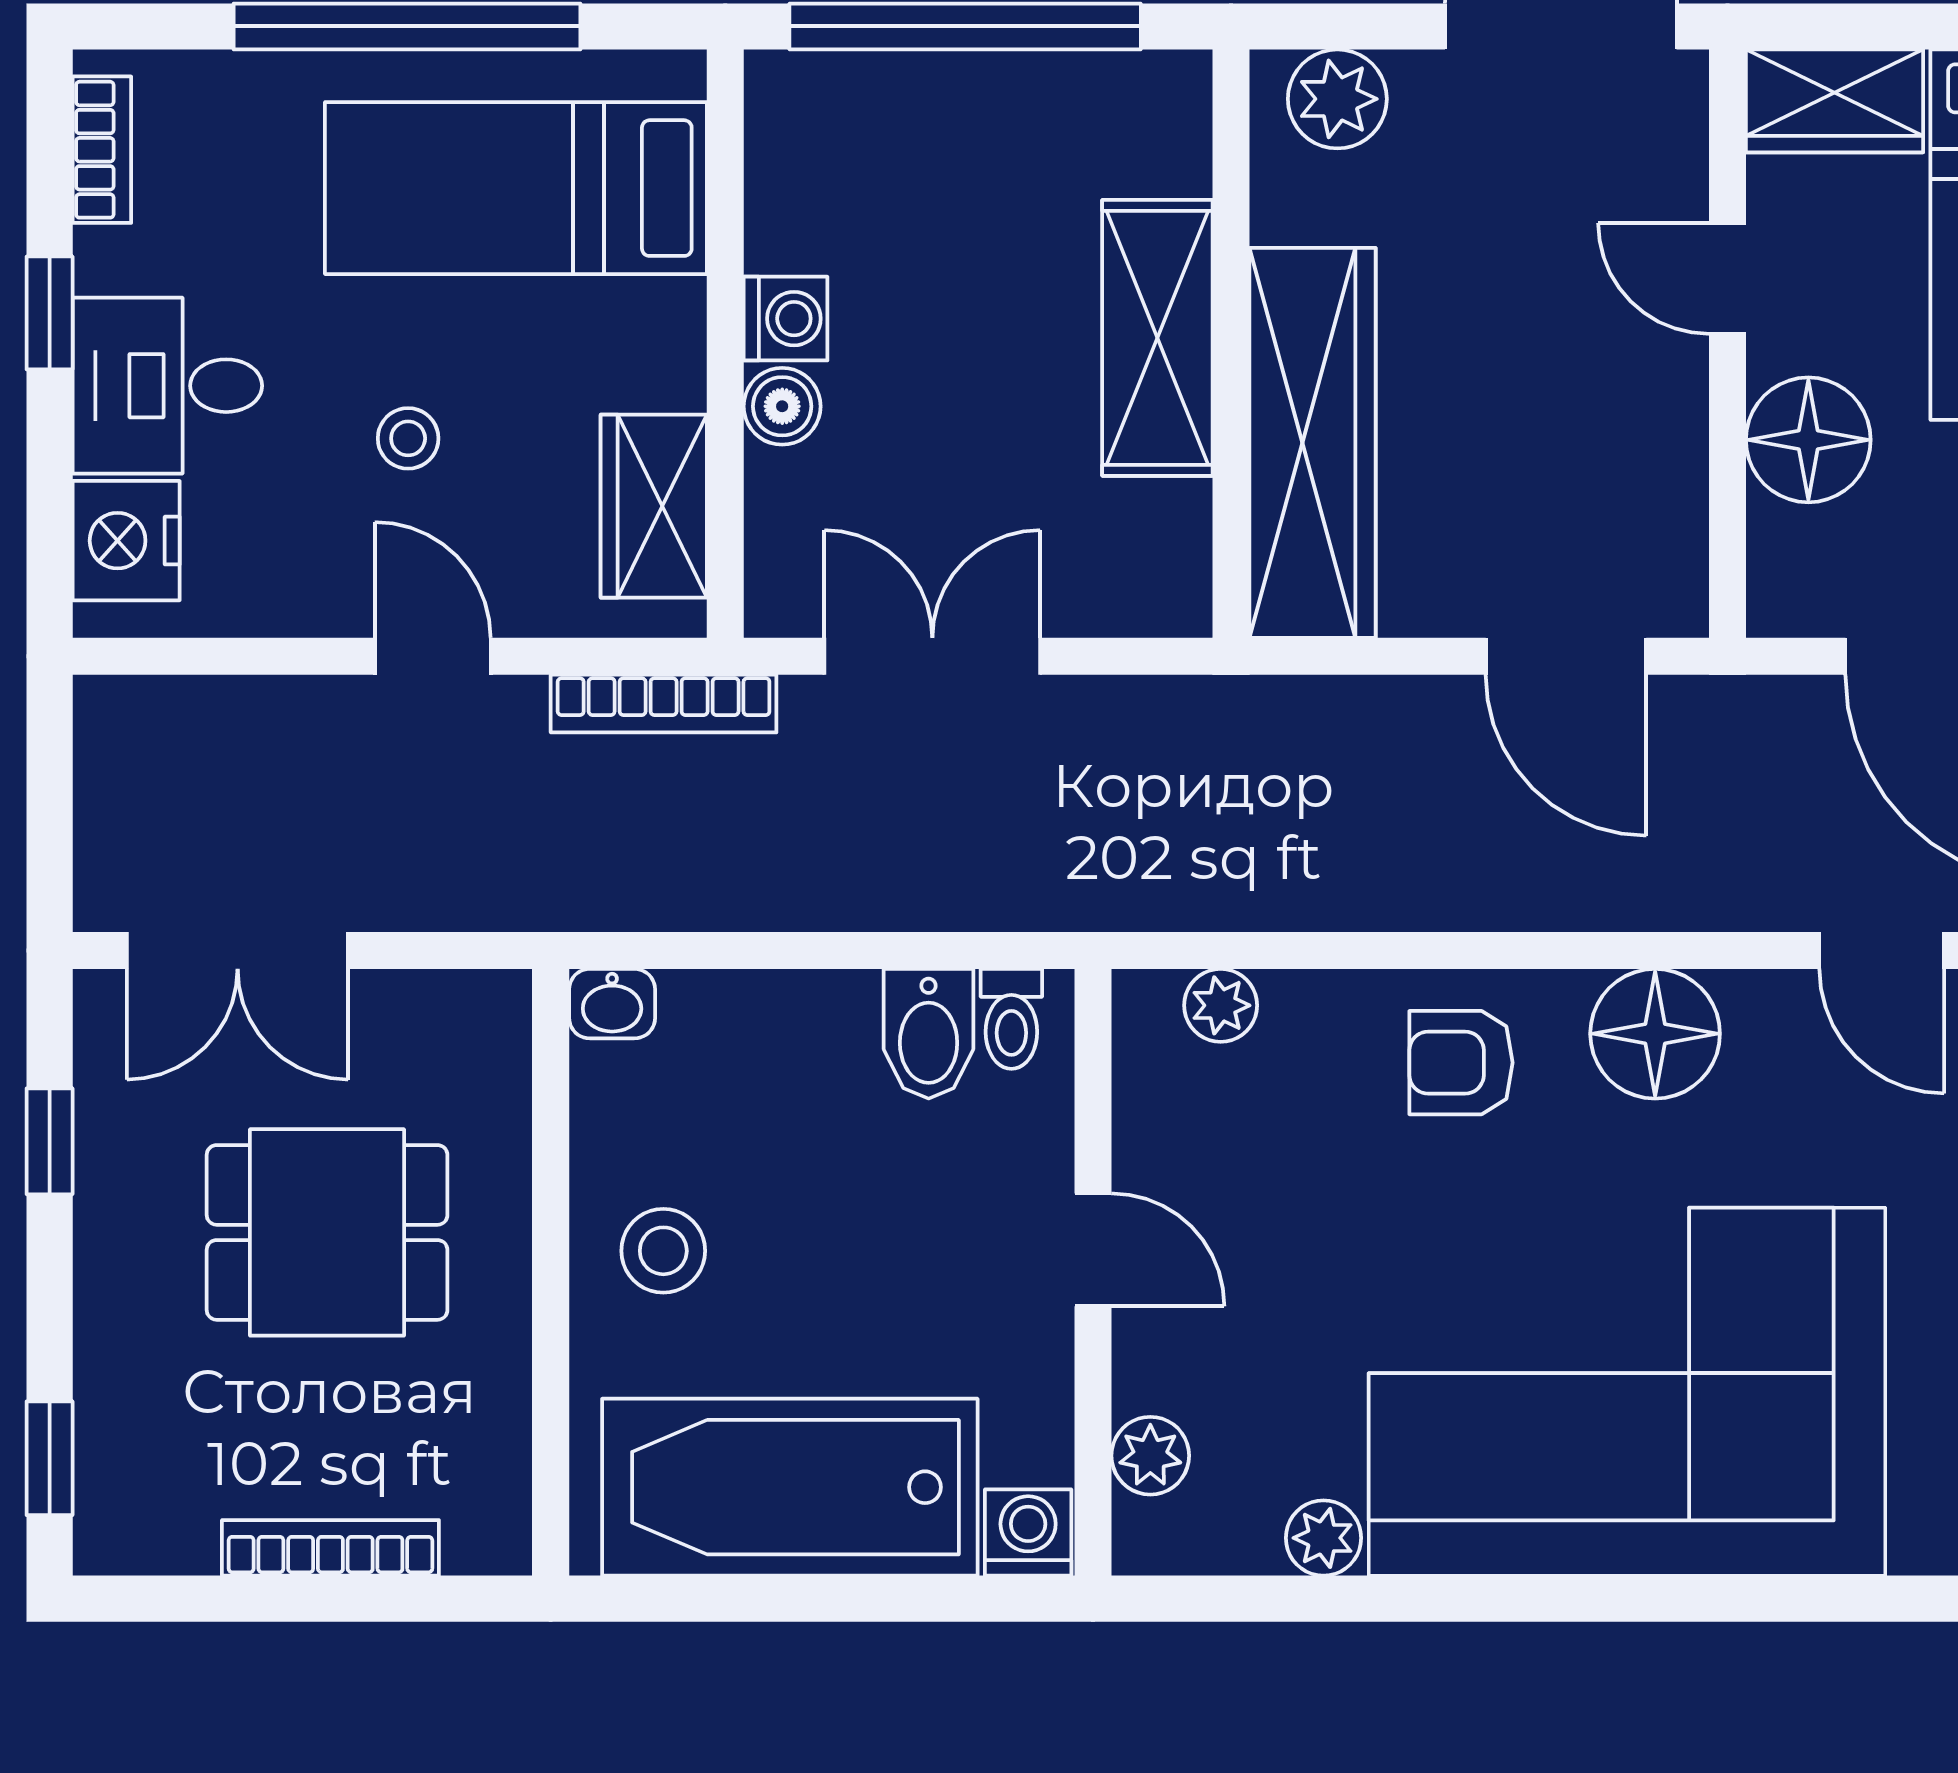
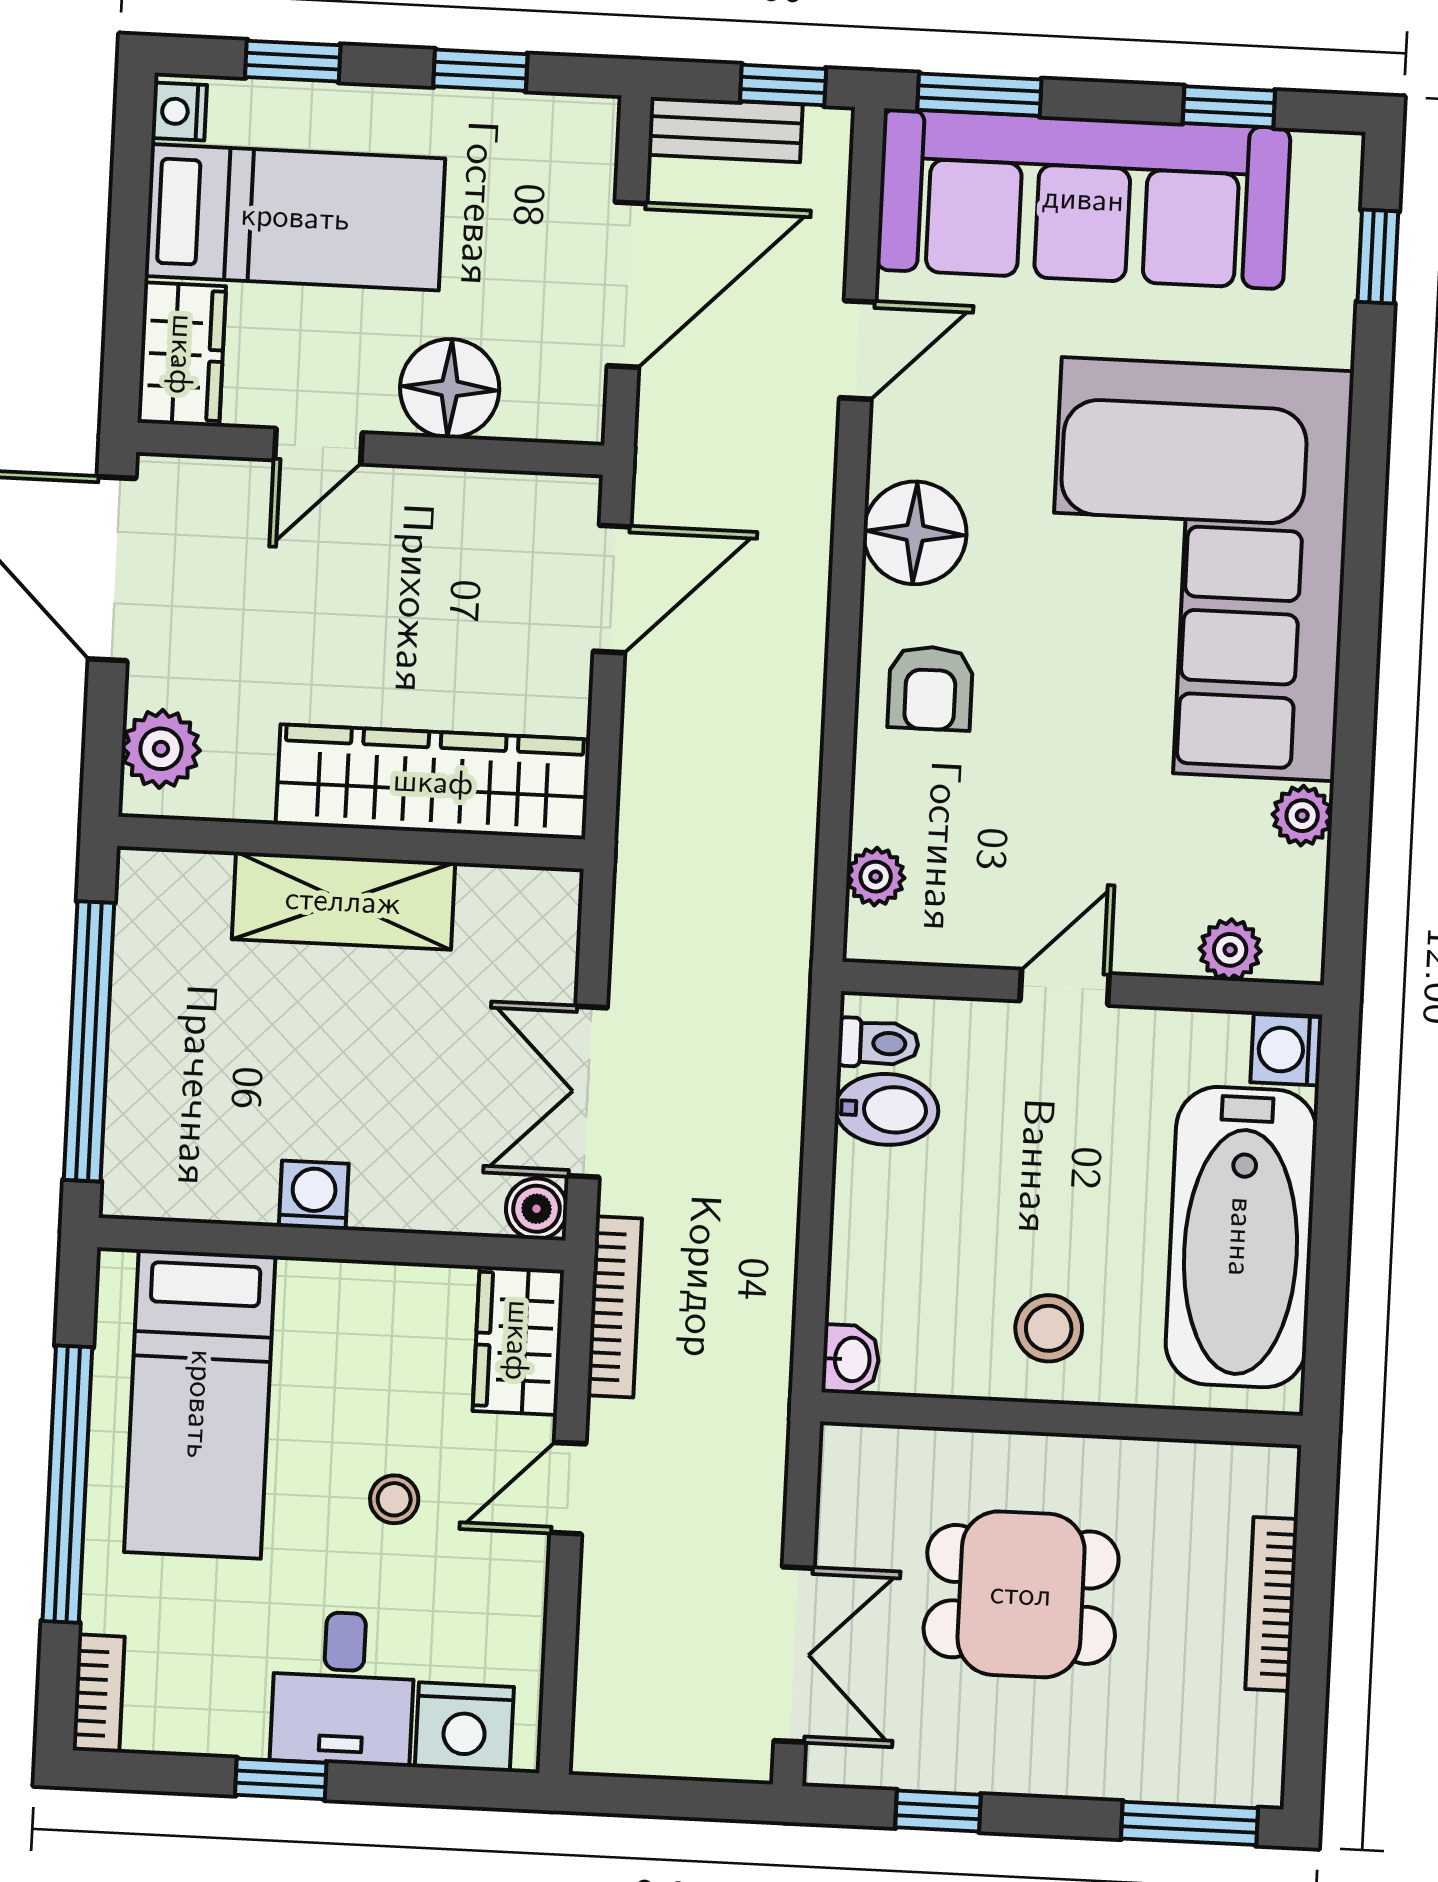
bookcase: (102, 150) -> (99, 1693), moved, turned 90
boiler: (782, 406) -> (537, 1209), moved
wardrobe: (654, 506) -> (518, 1340), moved, turned 90
dining table: (327, 1232) -> (1021, 1594), turned 90
window: (50, 1458) -> (1189, 1823), width x1.50

